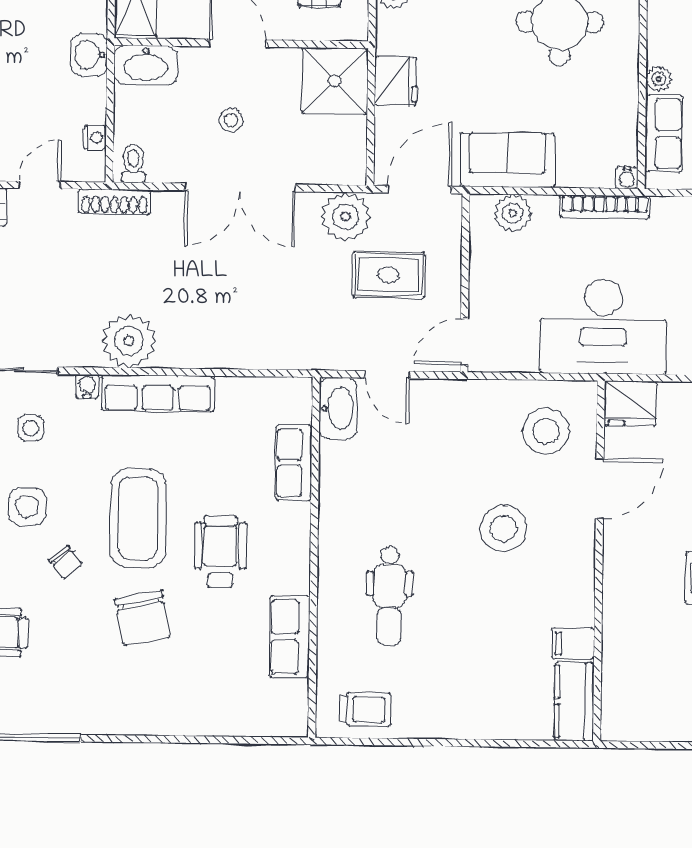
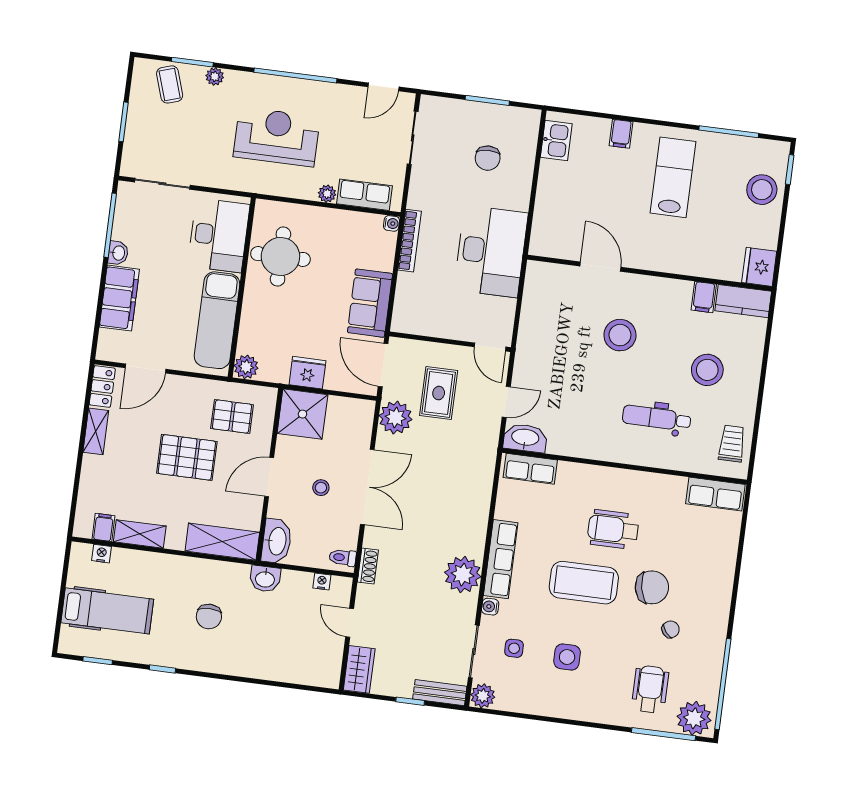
shoe rack: (114, 202) -> (368, 566), width x0.70
plant: (513, 213) -> (407, 304), removed
fridge: (630, 403) -> (759, 267), moved, turned 180
stool: (546, 431) -> (707, 370), moved
row of seats: (294, 463) -> (530, 469), moved
chair: (66, 562) -> (671, 629), moved
dental chair: (389, 596) -> (657, 418), turned 180
row of seats: (290, 637) -> (715, 494), moved

